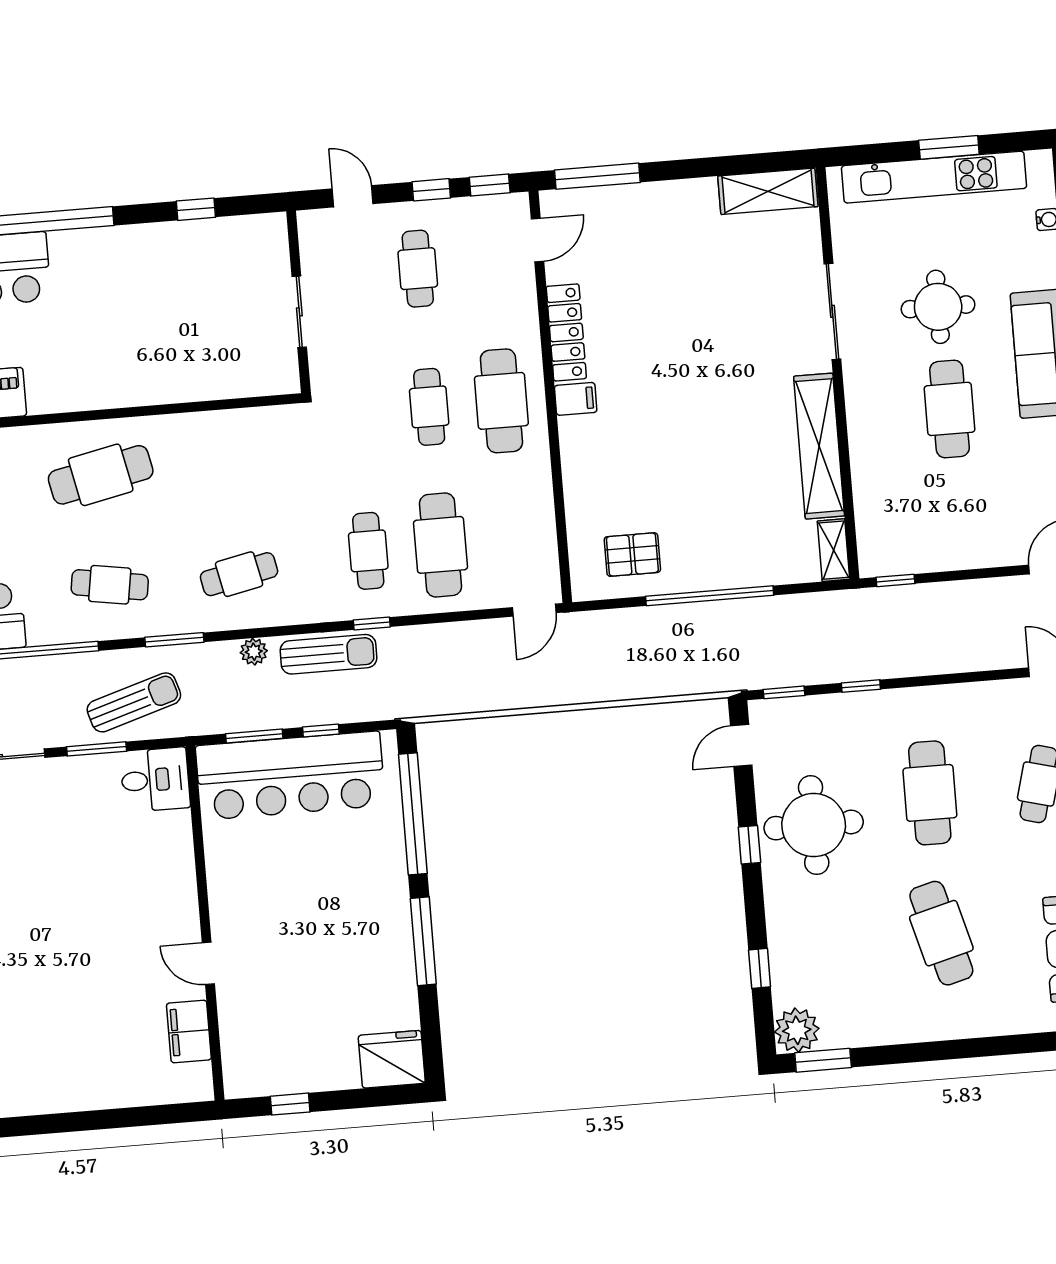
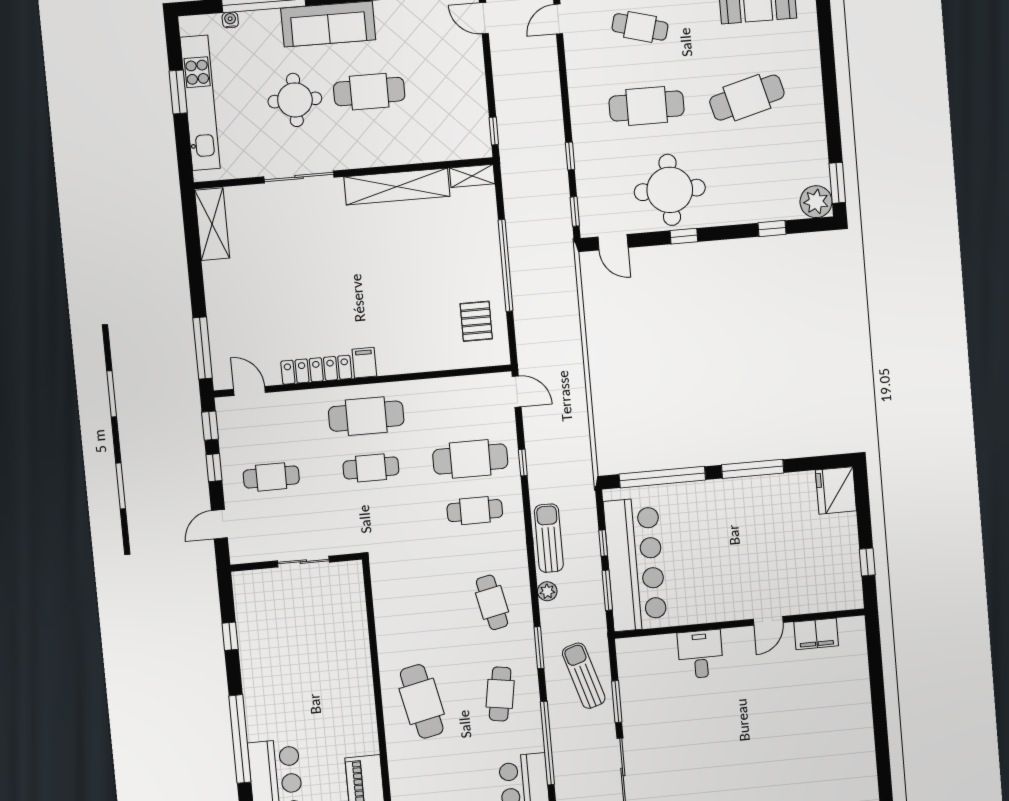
window: (372, 624) -> (523, 463), moved
desk: (155, 780) -> (700, 654), moved

